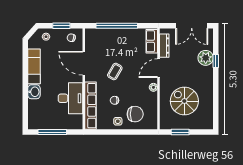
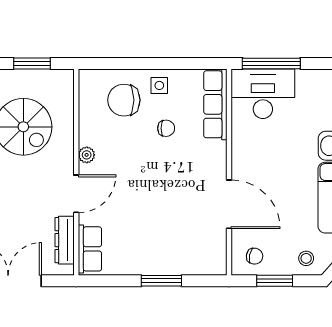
window: (117, 26) -> (161, 281), width x0.47
coffee table: (115, 72) -> (165, 187), removed
desk: (71, 98) -> (263, 94), moved, turned 90
row of seats: (90, 106) -> (215, 104), width x0.73
window: (52, 132) -> (271, 63), moved

